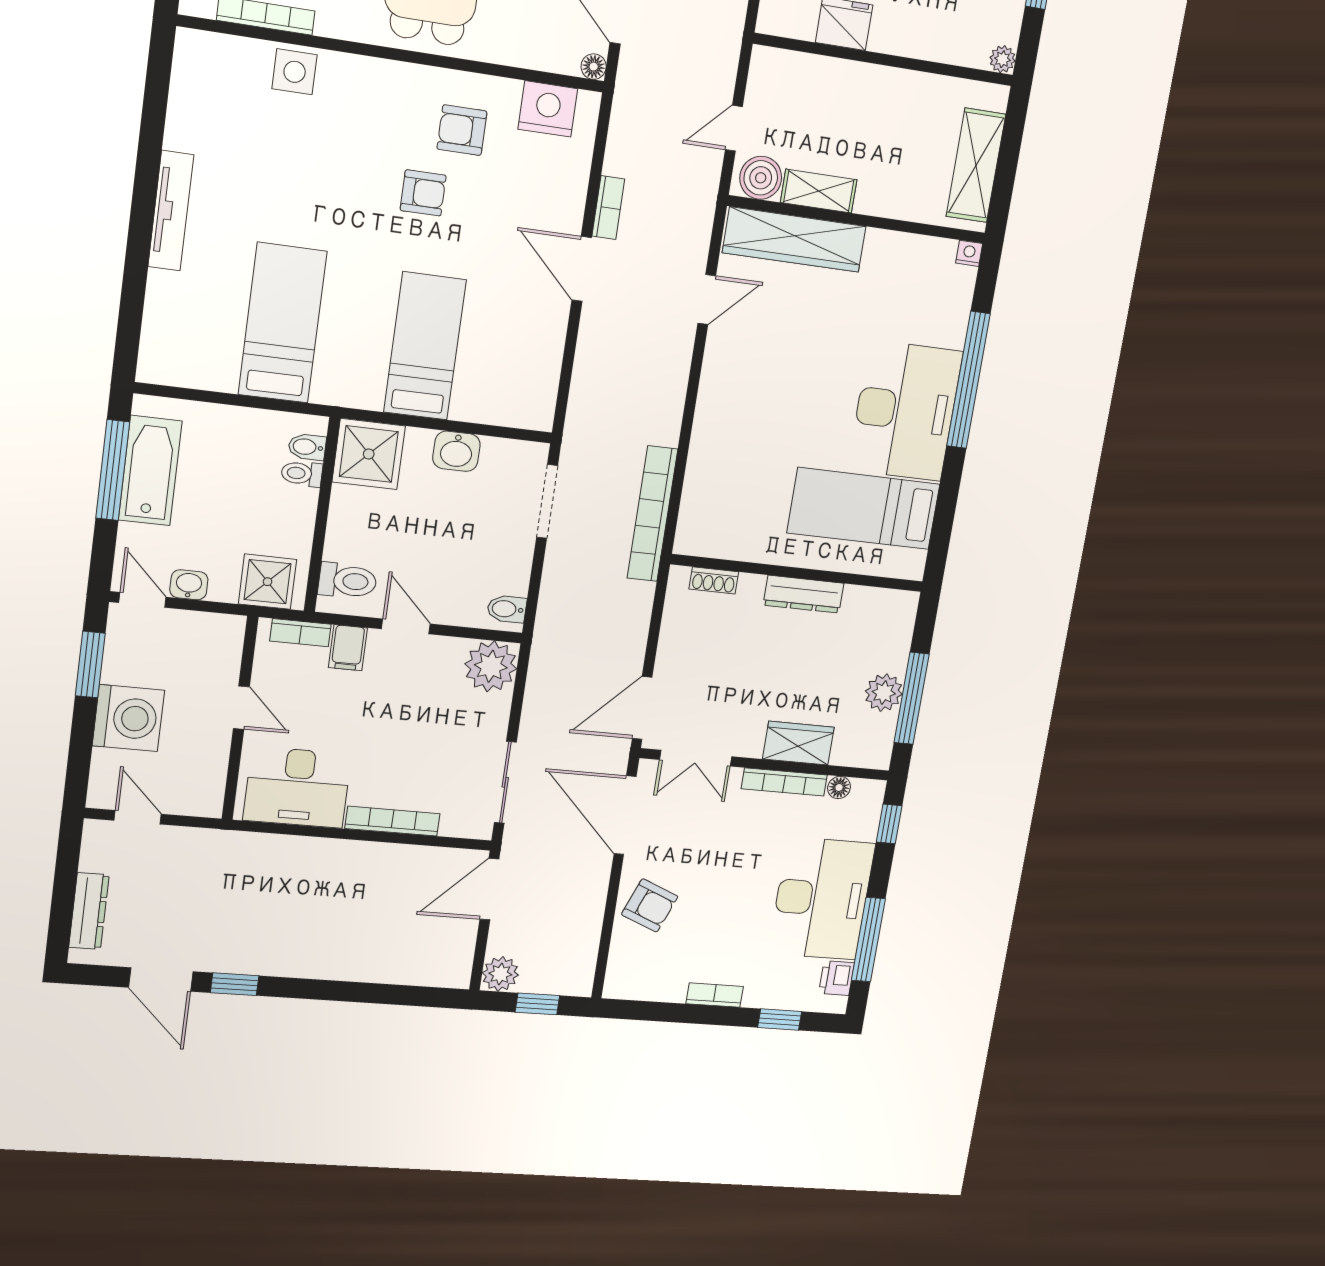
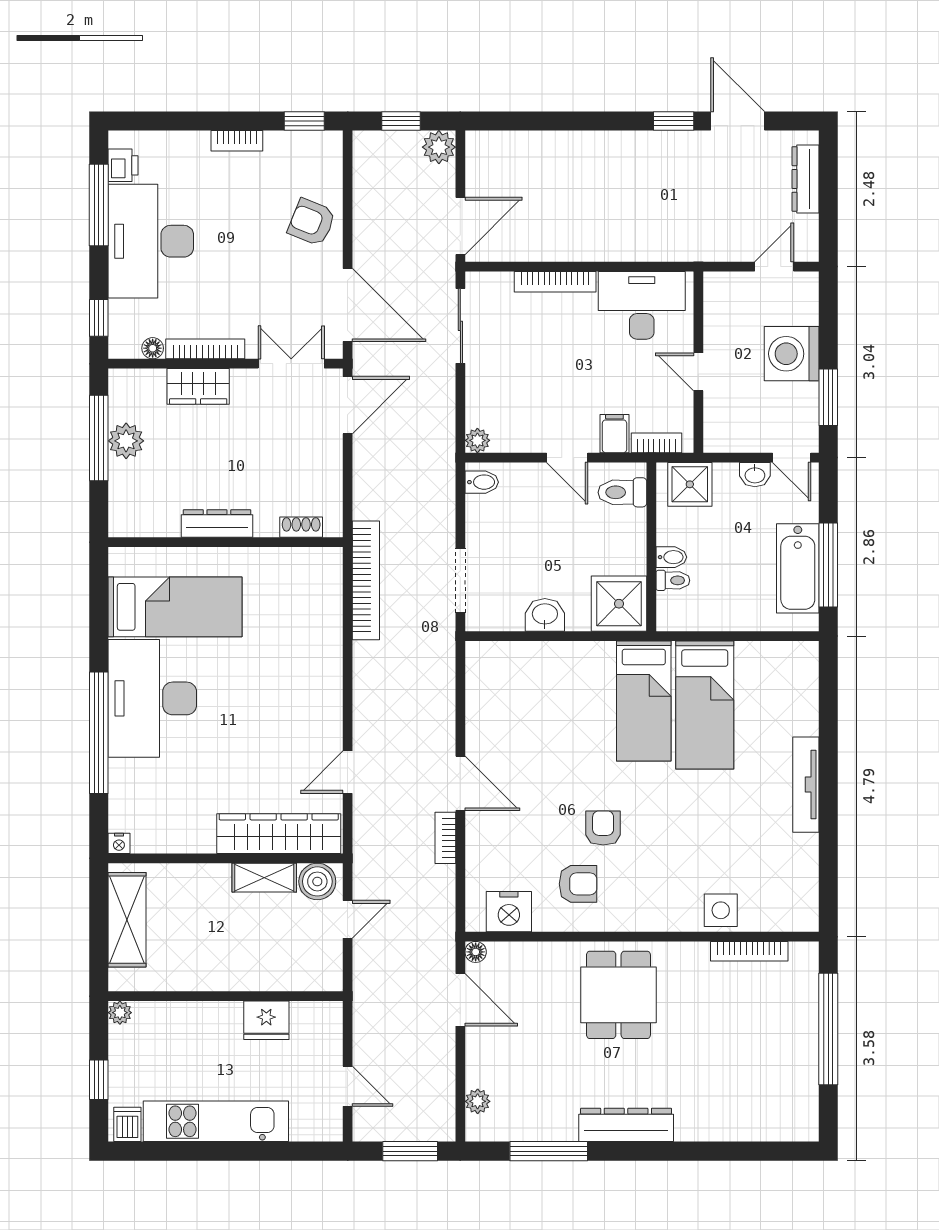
armchair: (423, 193) -> (603, 828), turned 90
bed: (425, 346) -> (644, 701), moved
bidet: (307, 447) -> (671, 557), moved
plant: (491, 666) -> (477, 440), width x0.53, depth x0.53
door: (138, 817) -> (774, 267), swing flipped
window: (780, 1020) -> (304, 121), moved

